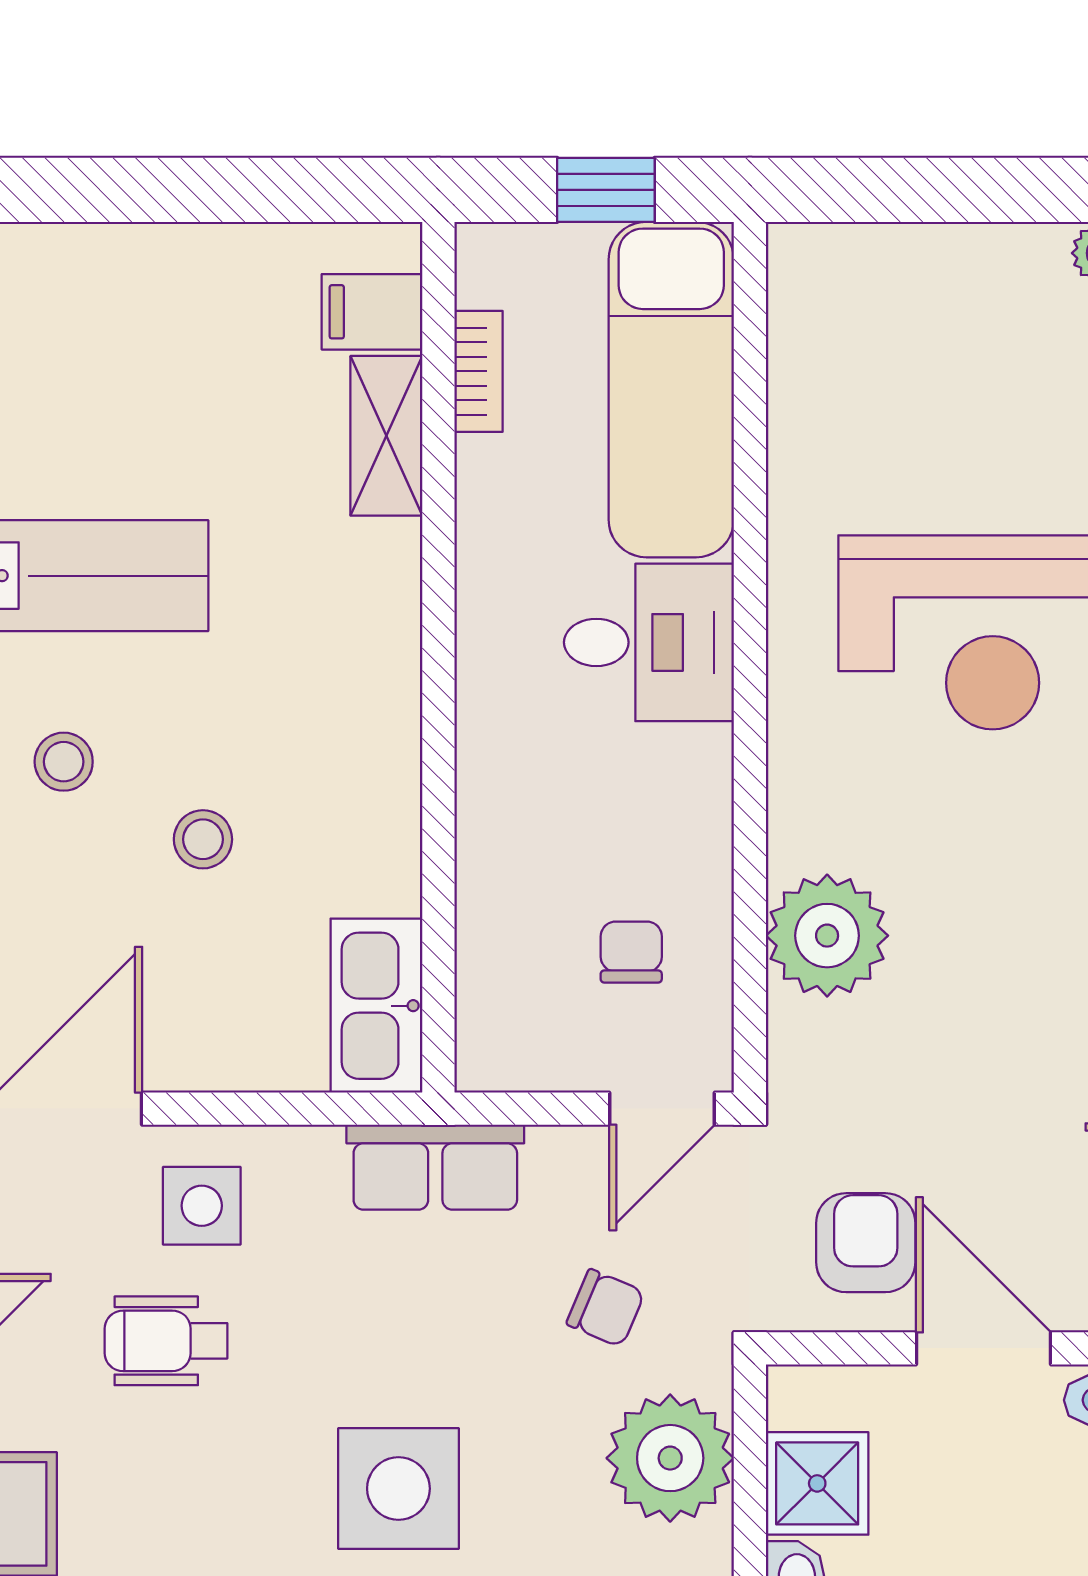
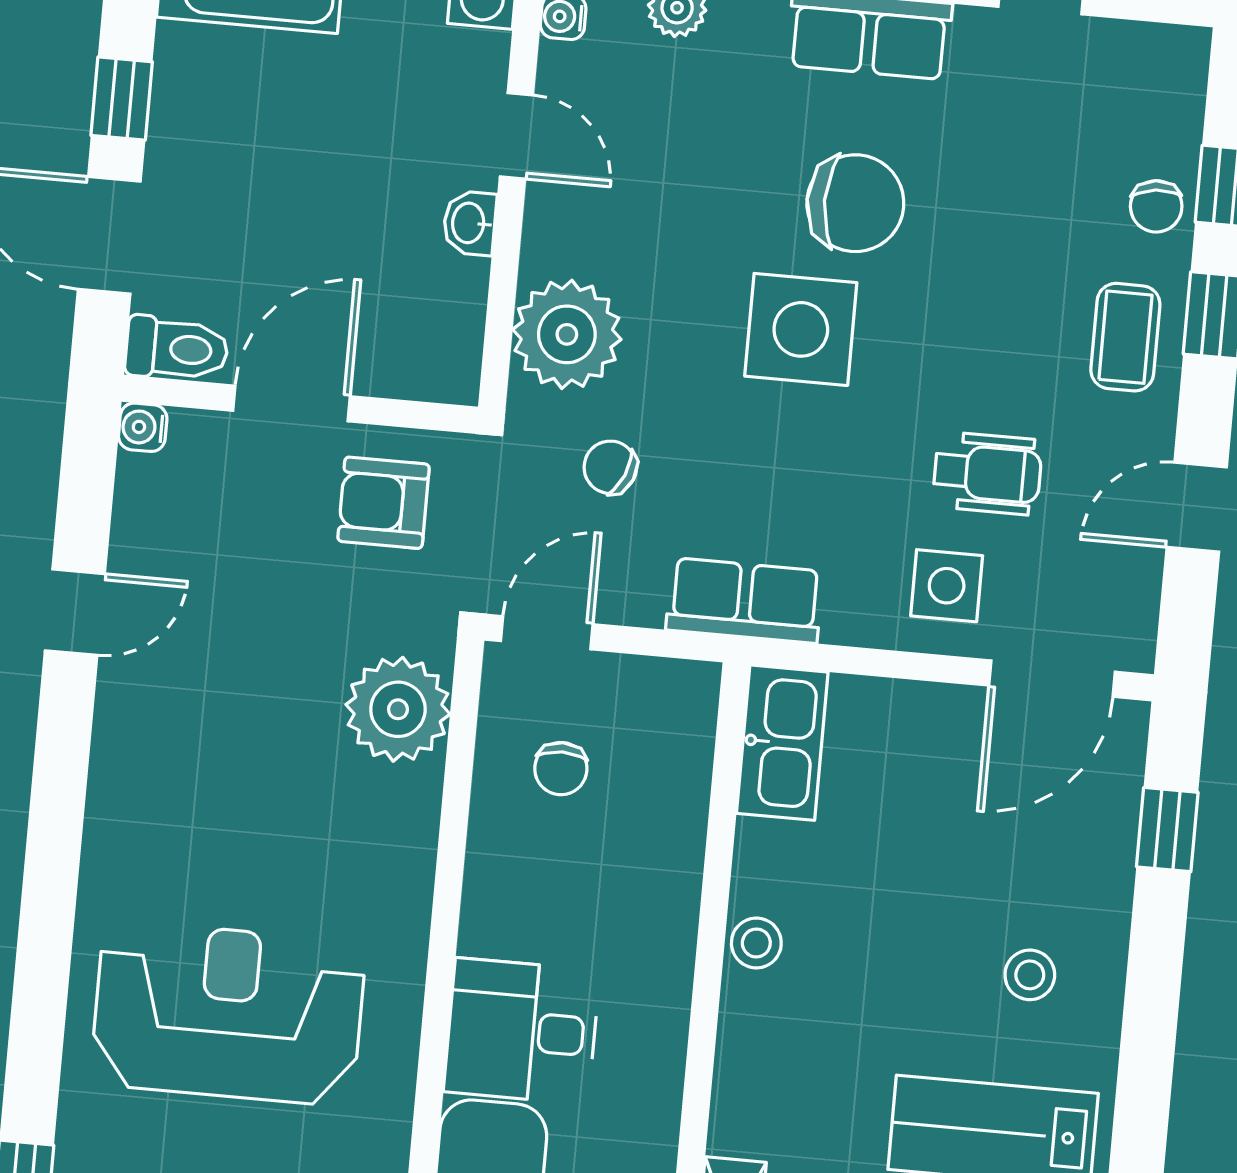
stool: (203, 839) -> (756, 943), moved
plant: (827, 936) -> (398, 709), moved
armchair: (866, 1243) -> (384, 503), turned 90
door: (983, 1348) -> (291, 404), swing flipped
shower: (817, 1483) -> (444, 301), removed

